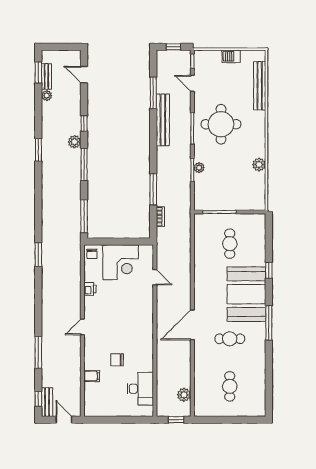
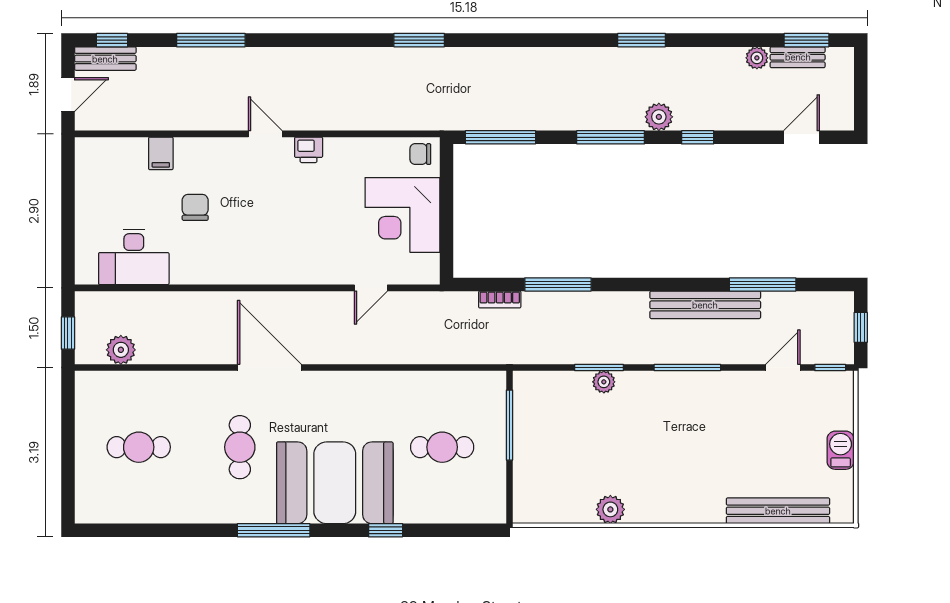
round table: (221, 124) -> (696, 428), removed
printer: (90, 289) -> (309, 150), moved

